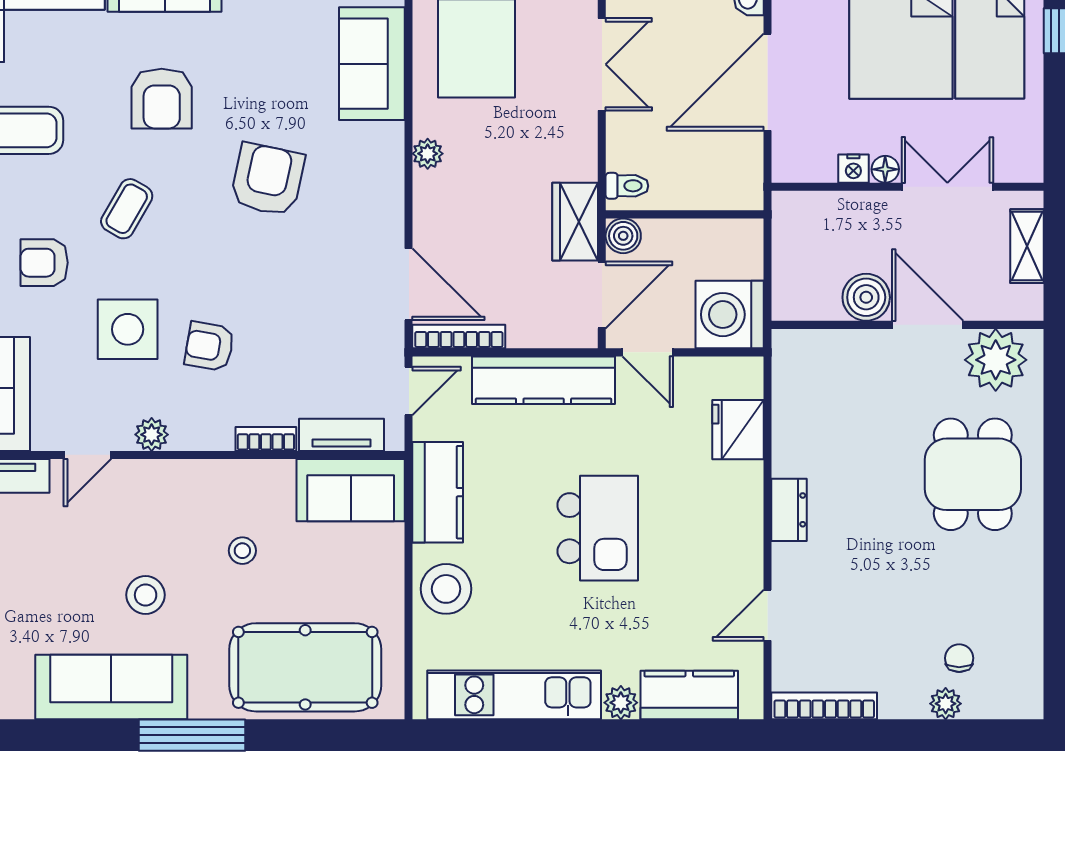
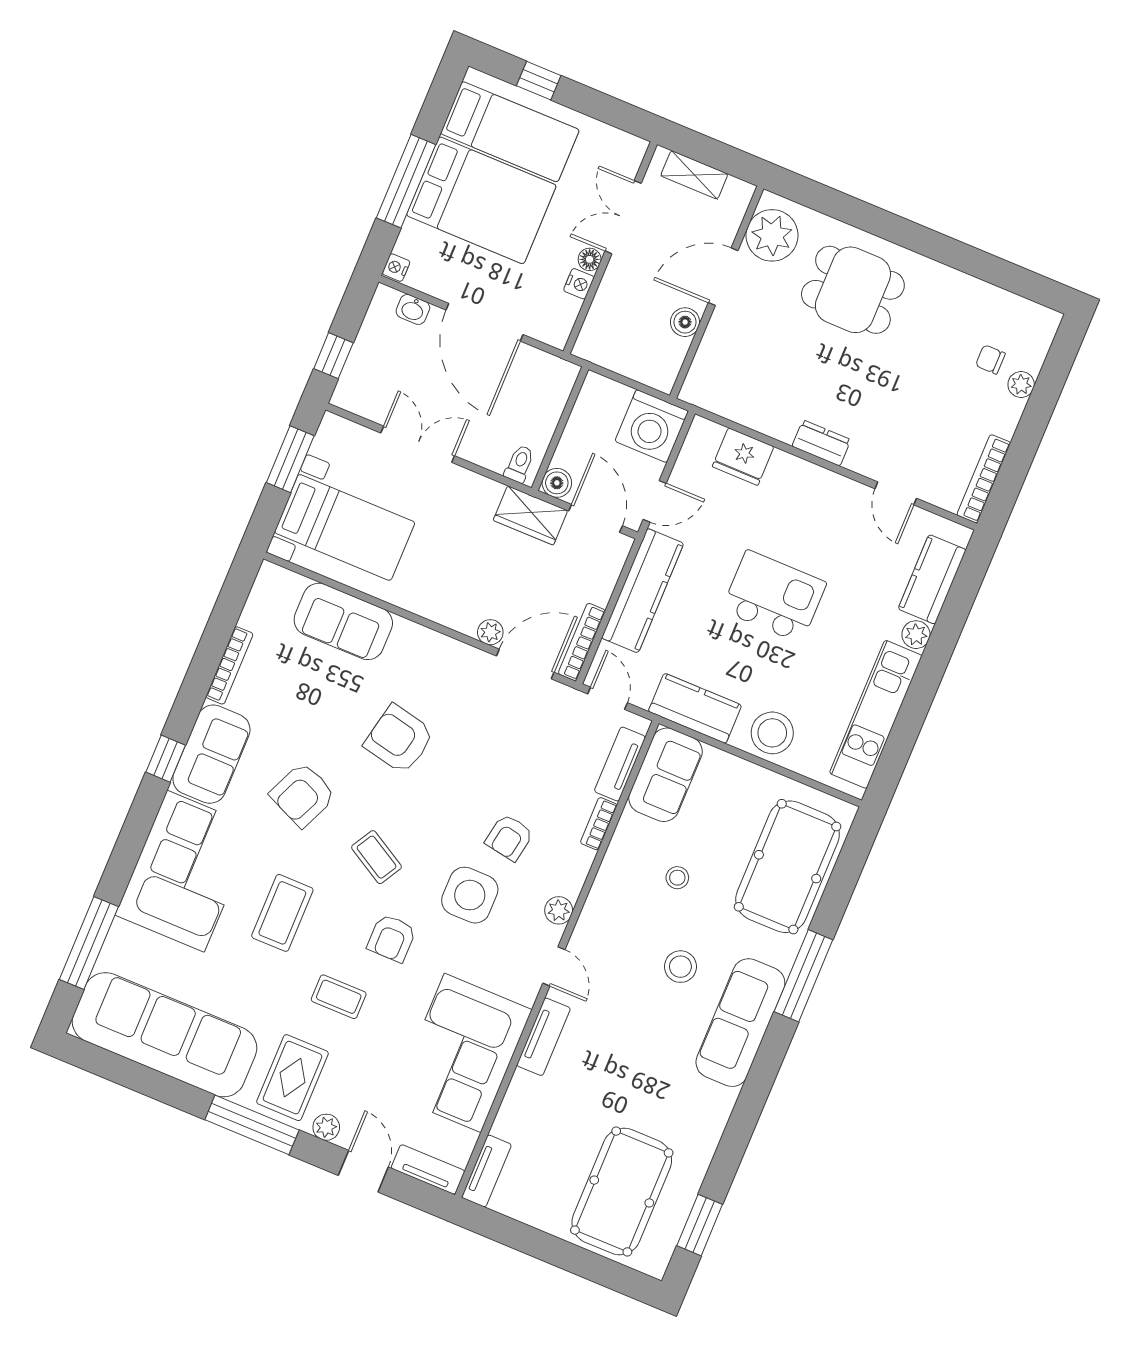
armchair: (162, 99) -> (303, 795), turned 114
plant: (428, 154) -> (490, 632), moved
boiler: (866, 297) -> (685, 322), width x0.73, depth x0.73

